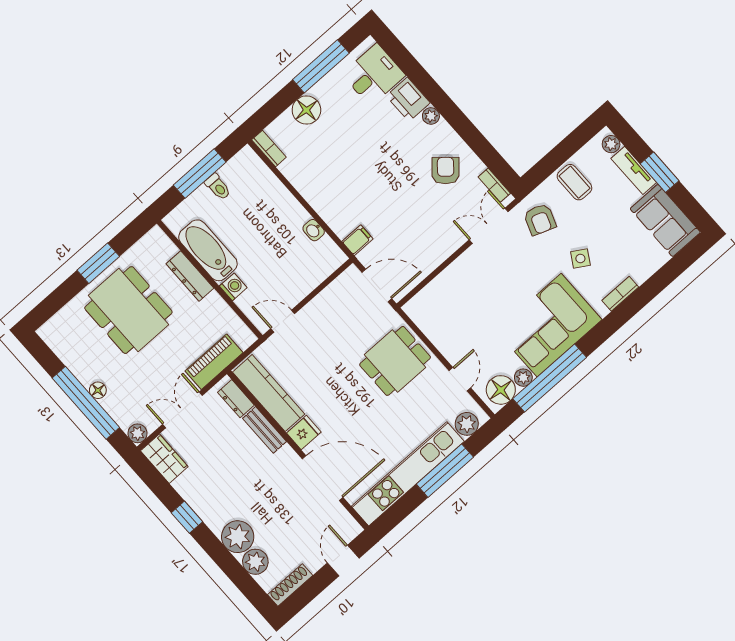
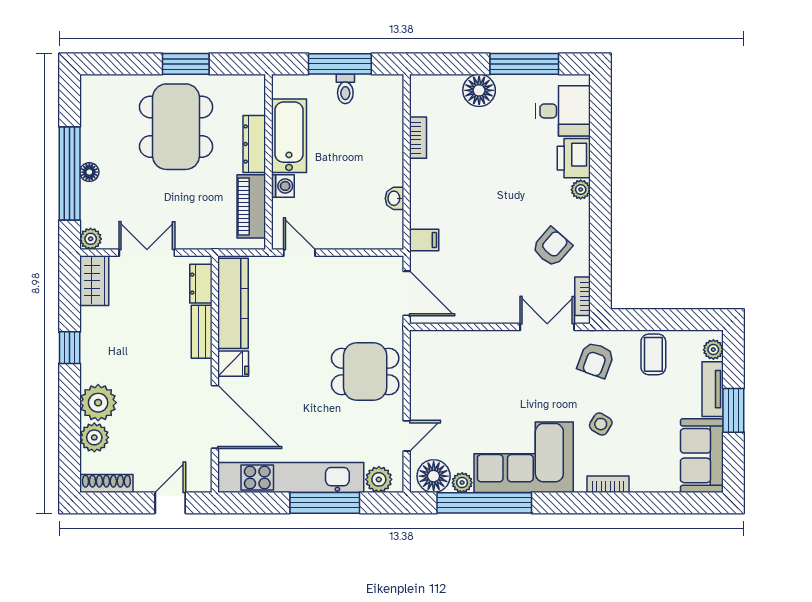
bookcase: (269, 148) -> (418, 138), moved
piano: (214, 362) -> (251, 206), moved, turned -90

